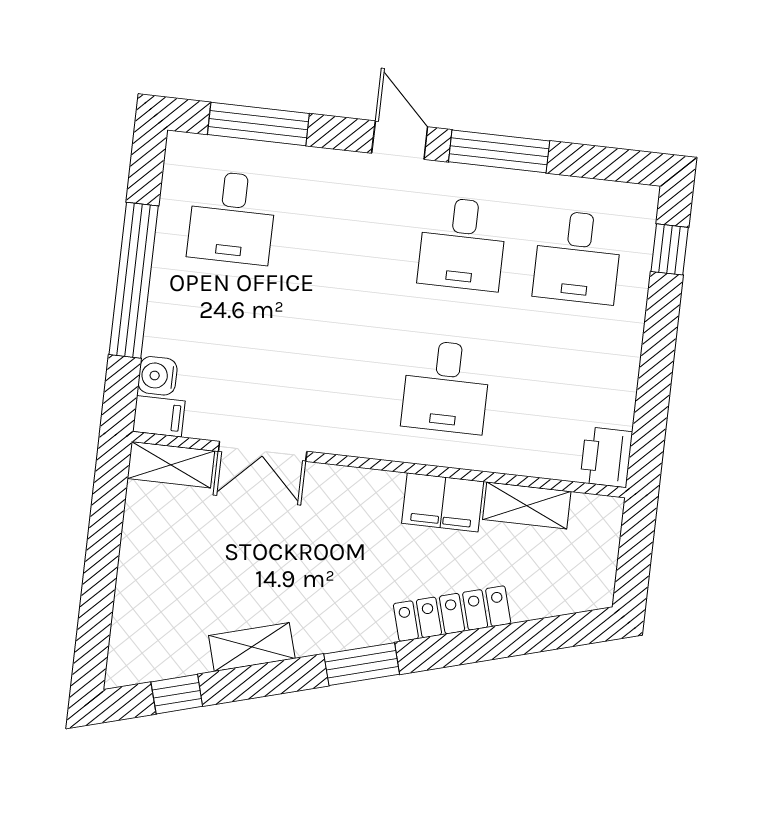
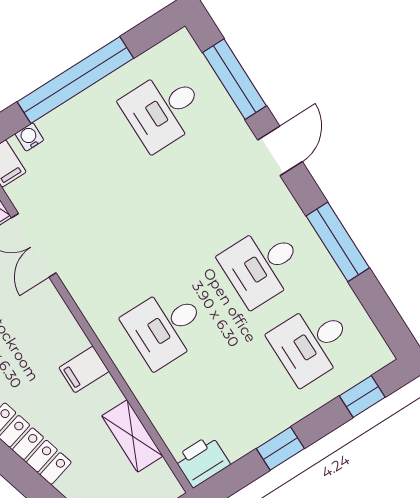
door: (400, 140) -> (280, 151), moved
window: (656, 371) -> (280, 448), added
water cooler: (158, 376) -> (29, 137), width x0.72, depth x0.72
filing cabinet: (443, 502) -> (84, 370), width x0.50

